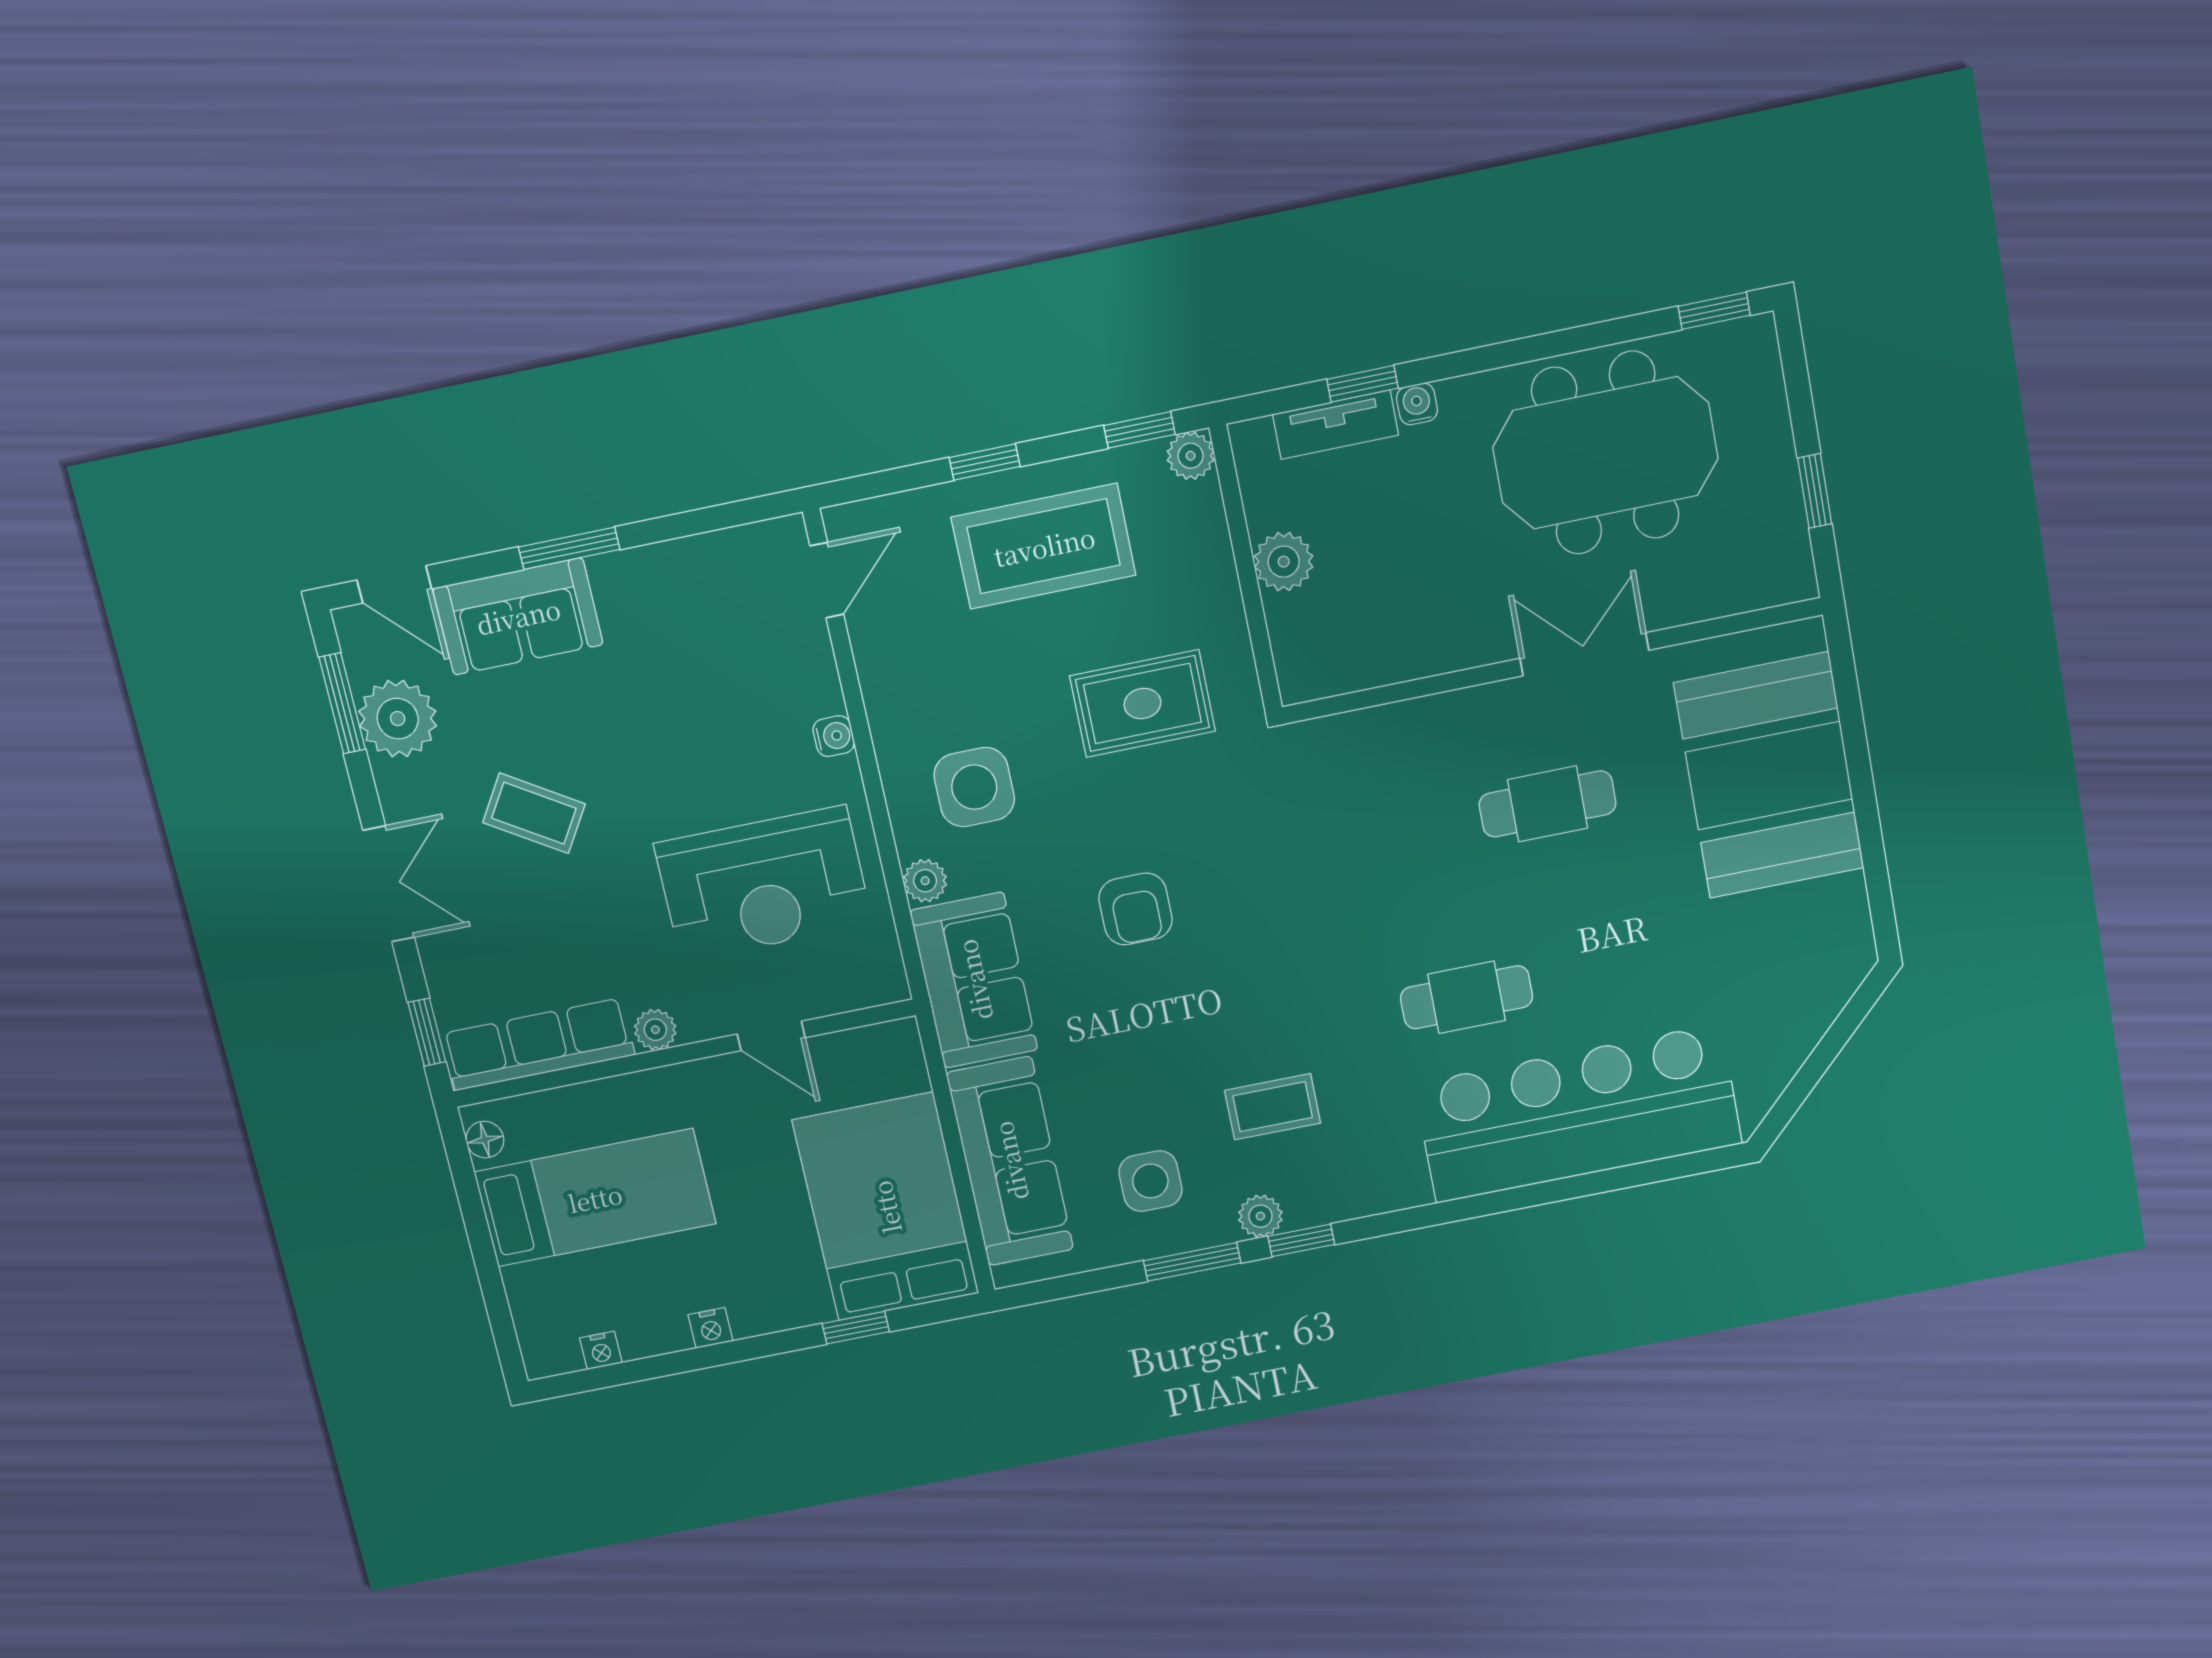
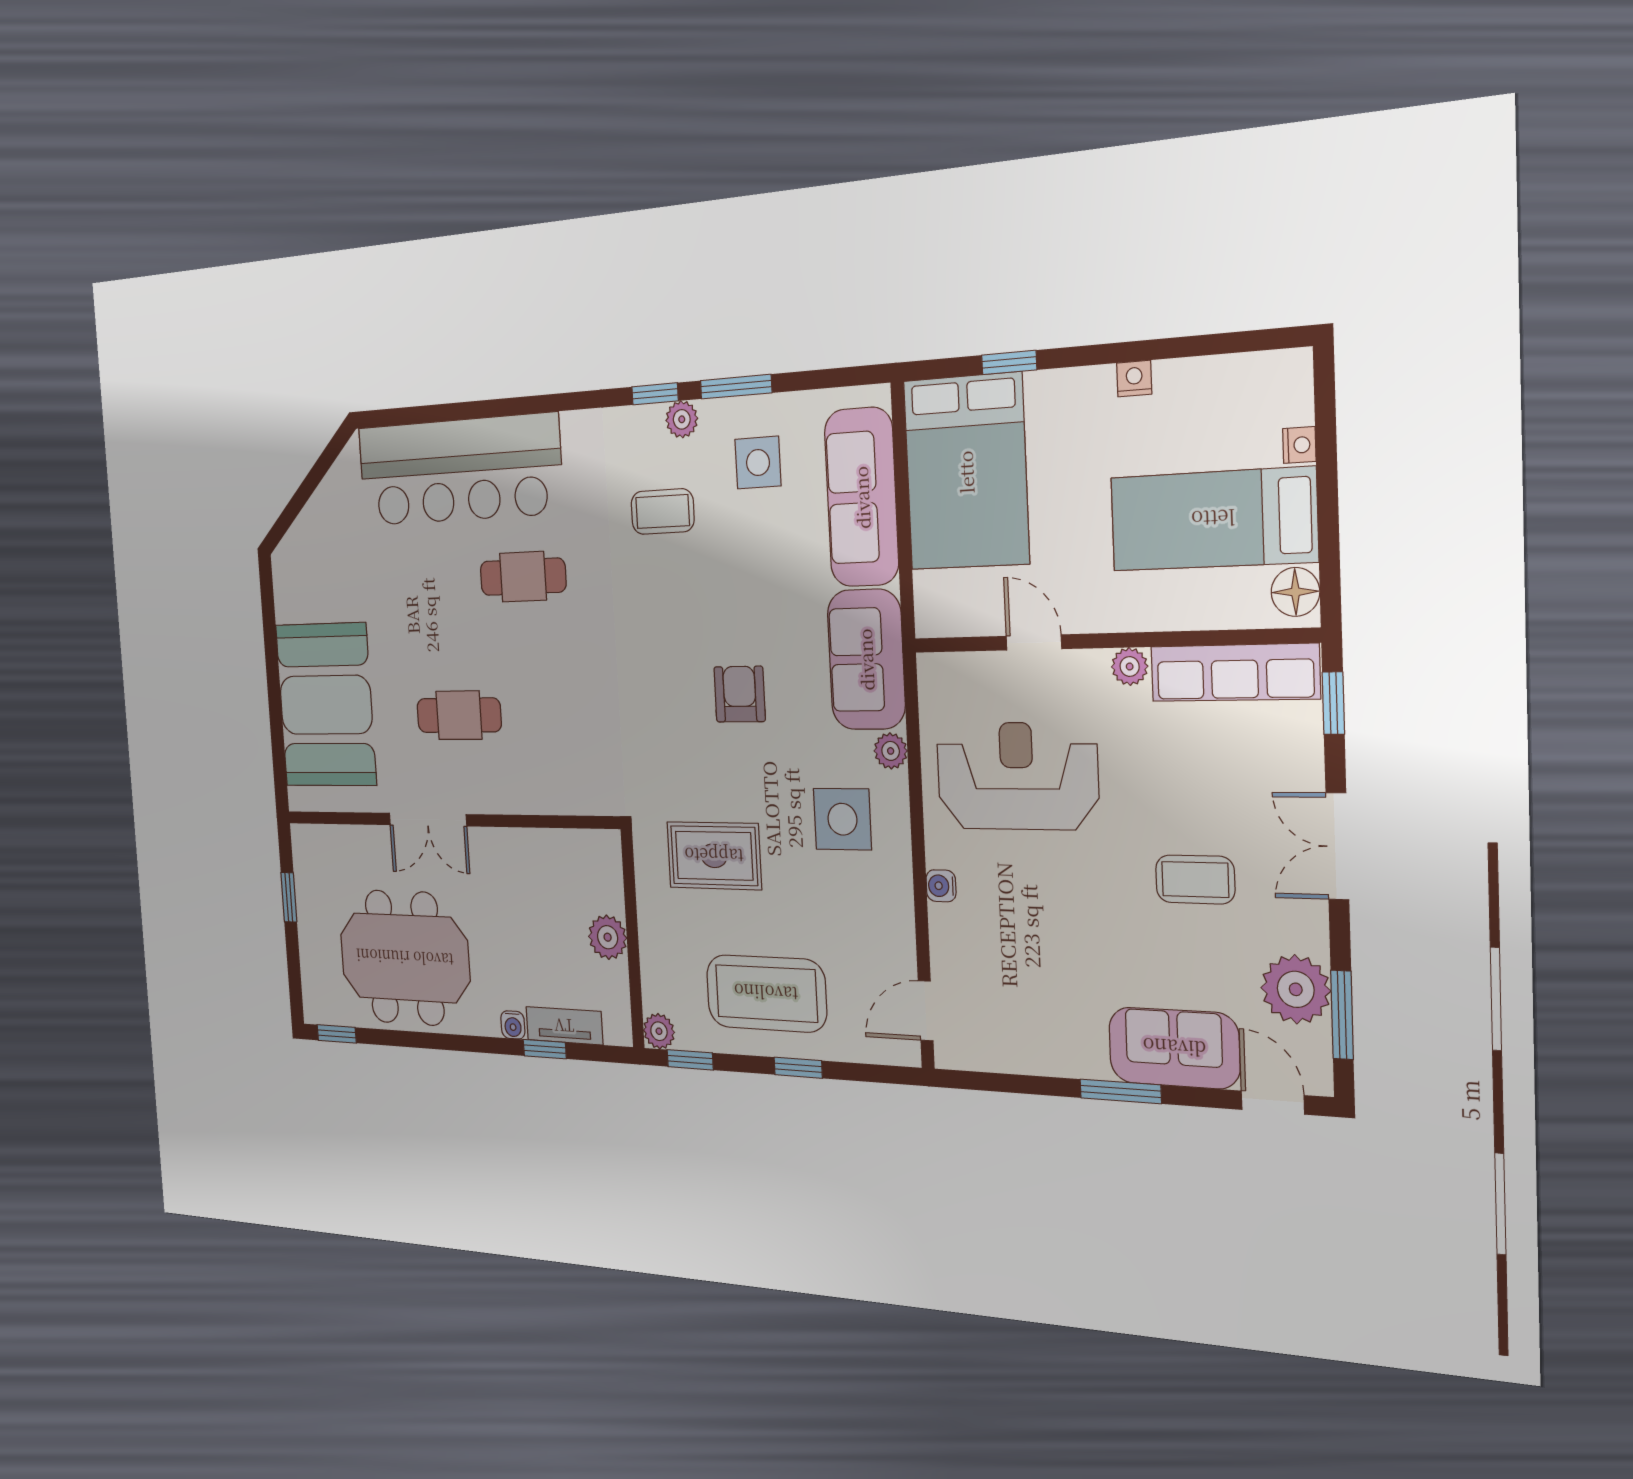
coffee table: (534, 813) -> (1195, 879), turned -32
floor lamp: (485, 1140) -> (1295, 592), width x1.37, depth x1.37
nightstand: (601, 1350) -> (1299, 445), moved, turned 90

